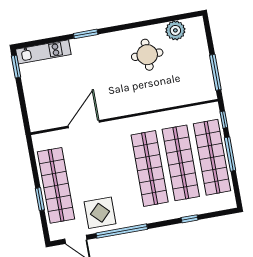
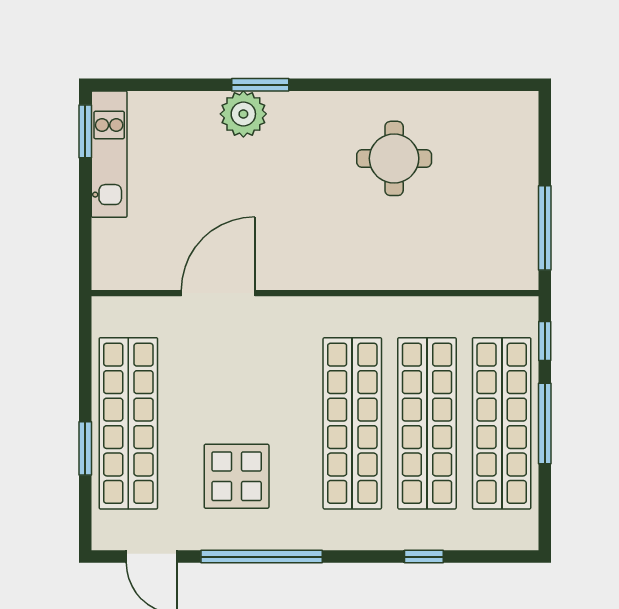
plant: (175, 30) -> (243, 114), moved
kitchen unit: (43, 52) -> (109, 154), moved, turned -90
display table: (100, 213) -> (237, 476), moved

